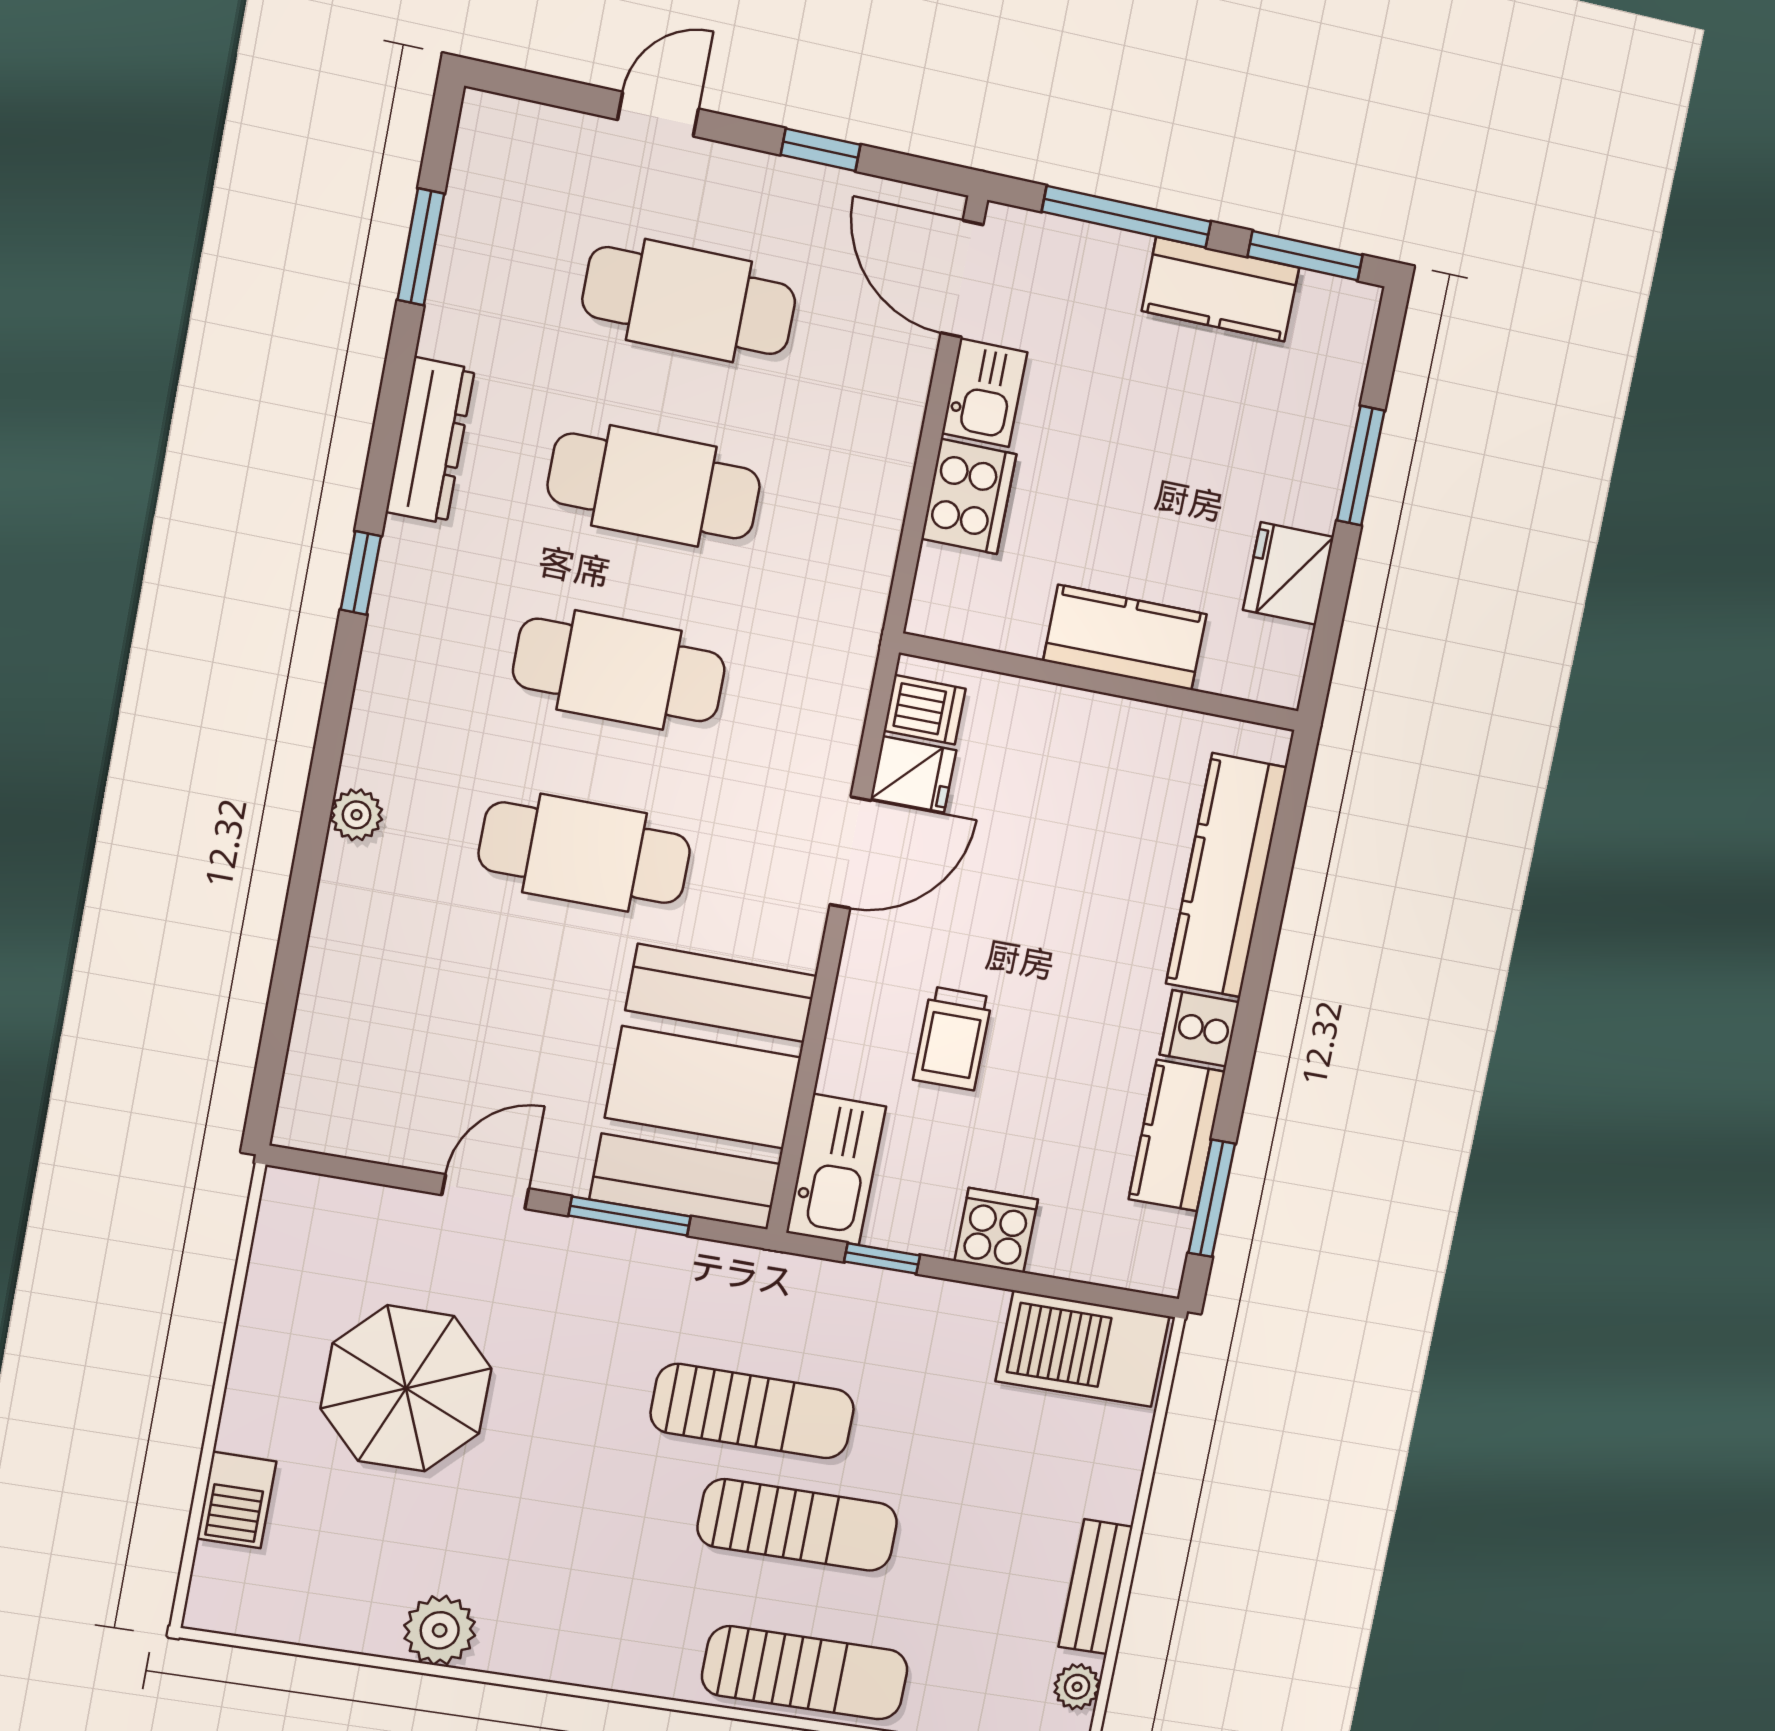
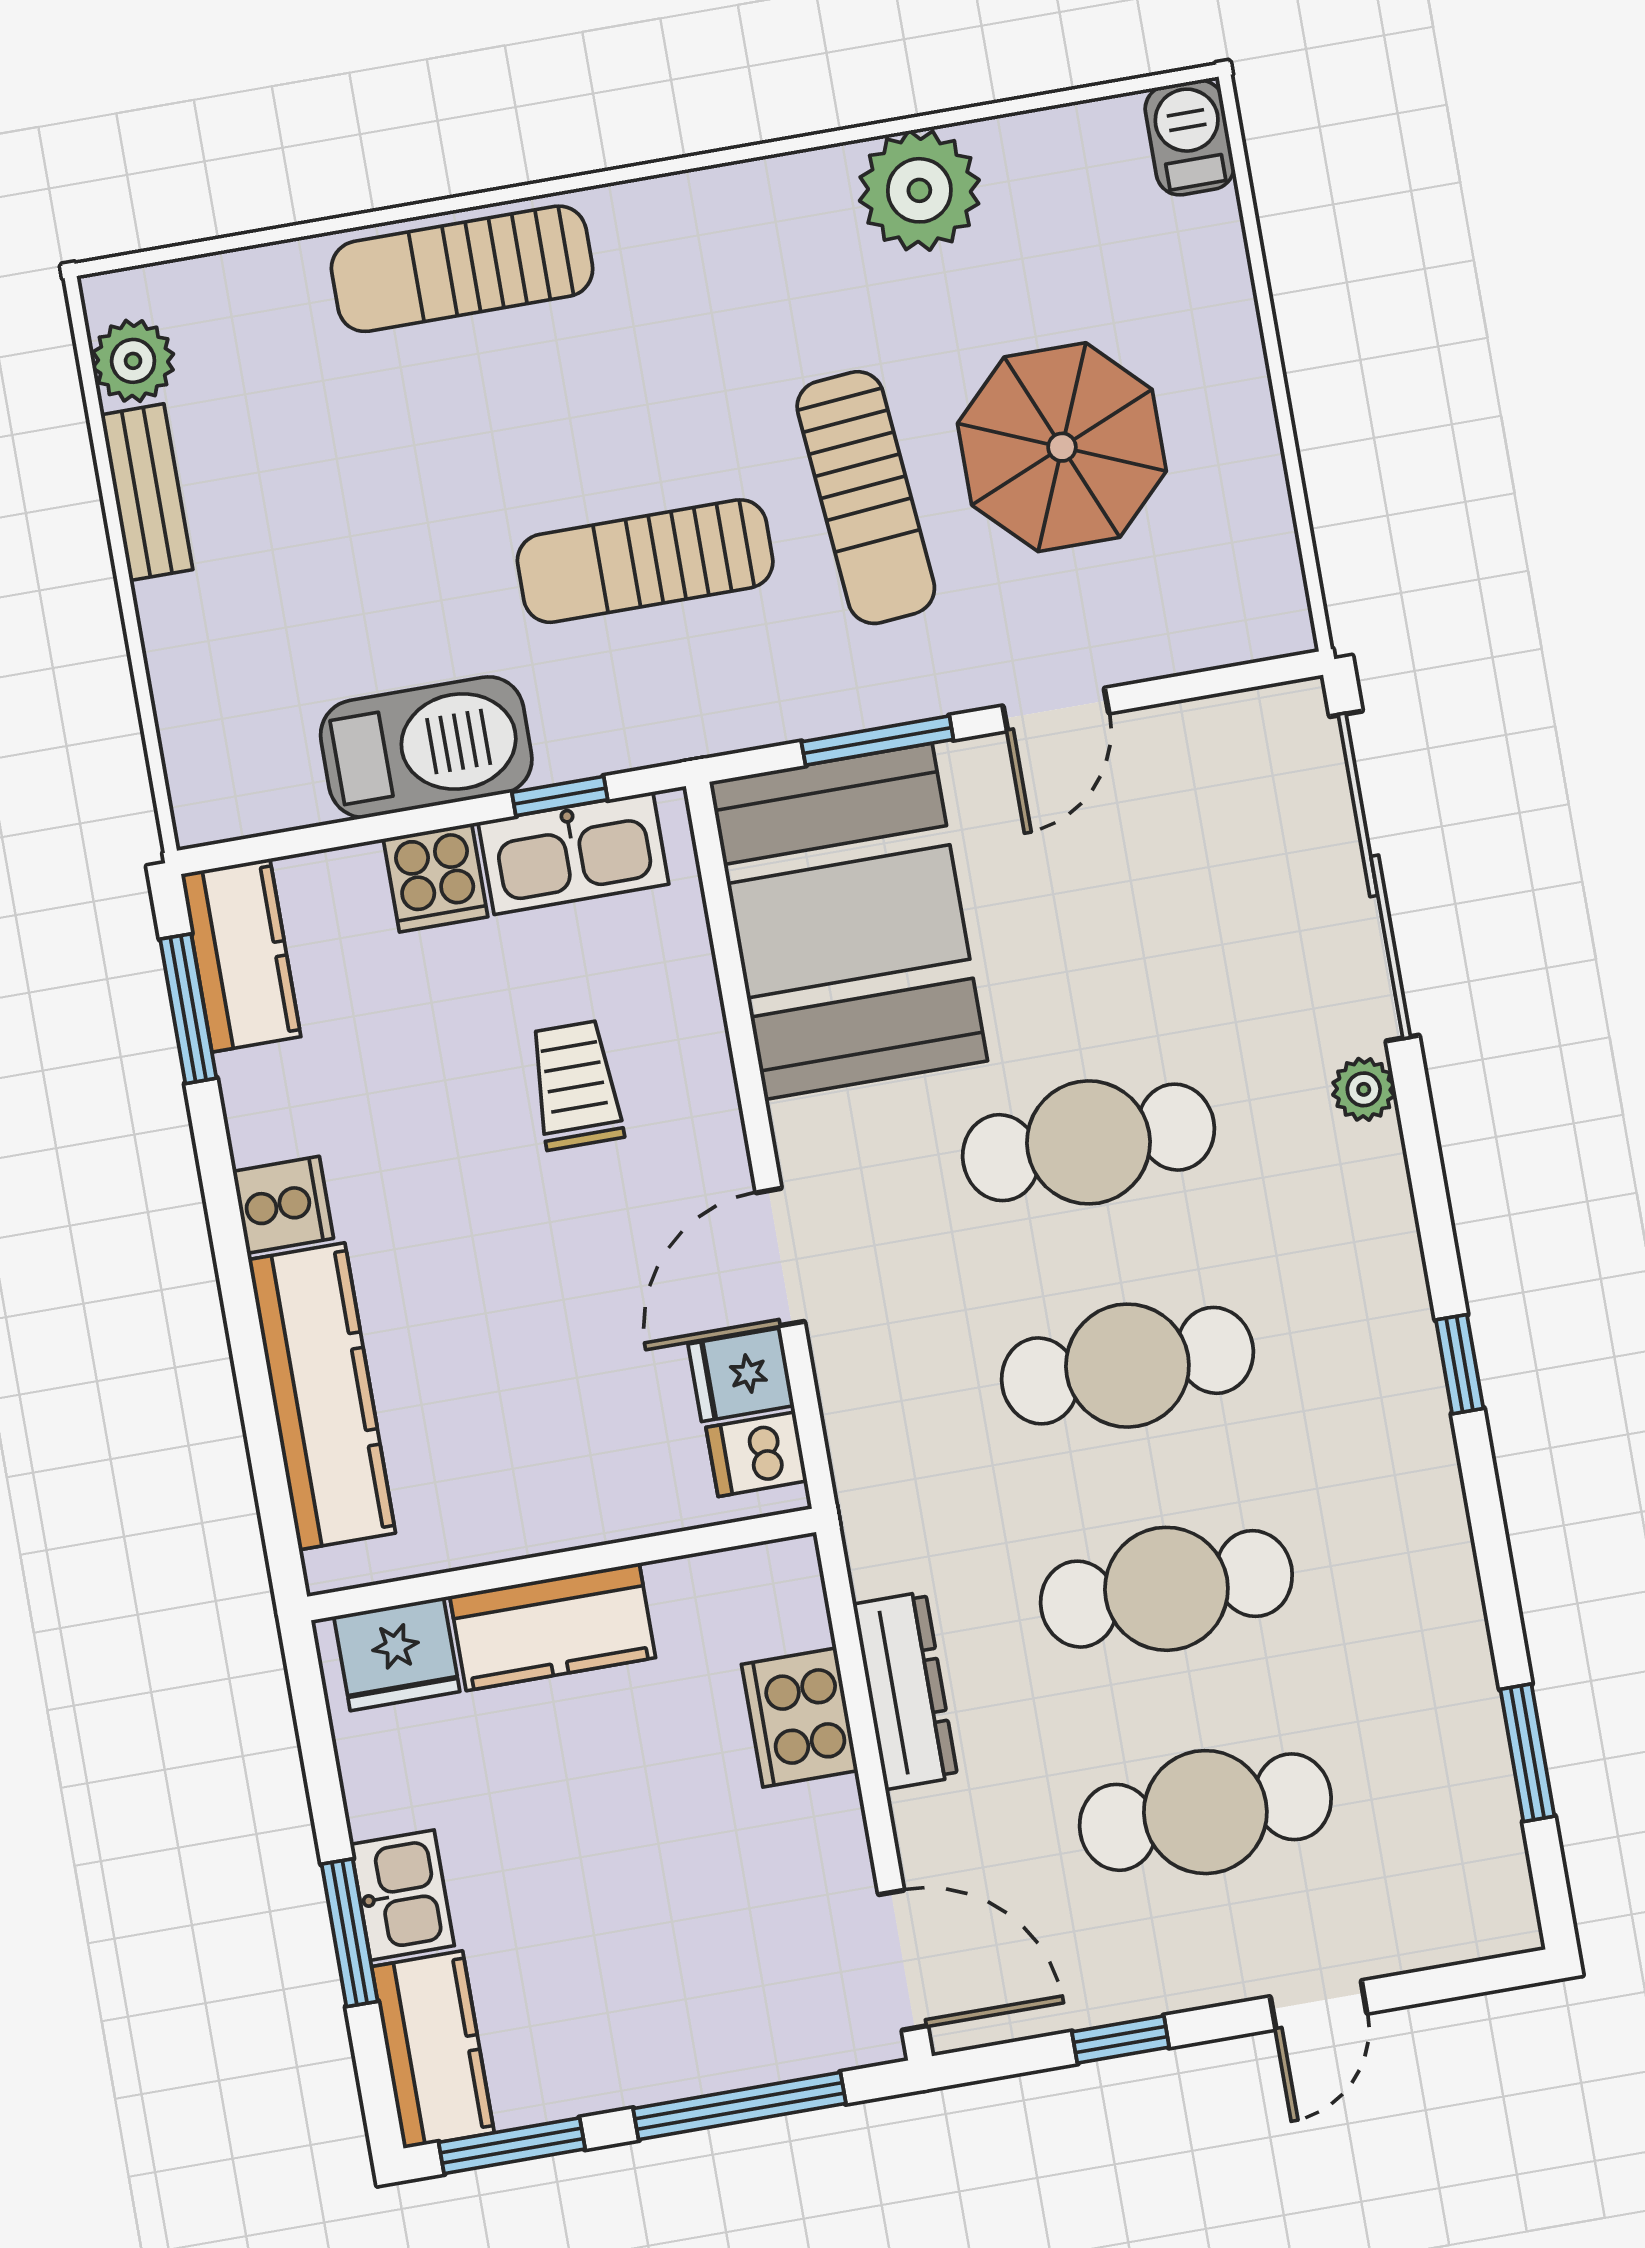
kitchen counter: (1221, 289) -> (433, 2050), moved, turned 90
kitchen sink: (985, 393) -> (402, 1895), moved, turned 180
dresser: (430, 440) -> (905, 1691), moved, turned 180
fridge: (1288, 573) -> (397, 1654), moved, turned 90
sliding door: (287, 977) -> (1374, 876), added
kitchen counter: (1177, 1135) -> (241, 955), moved
kitchen sink: (836, 1169) -> (573, 853), moved, turned -90
barbecue: (1083, 1349) -> (426, 747), moved
barbecue: (237, 1500) -> (1190, 137), moved
sun lounger: (797, 1525) -> (866, 498), moved, turned -95
plant: (440, 1630) -> (919, 190), width x1.36, depth x1.36
plant: (1077, 1687) -> (133, 361), width x1.38, depth x1.38

